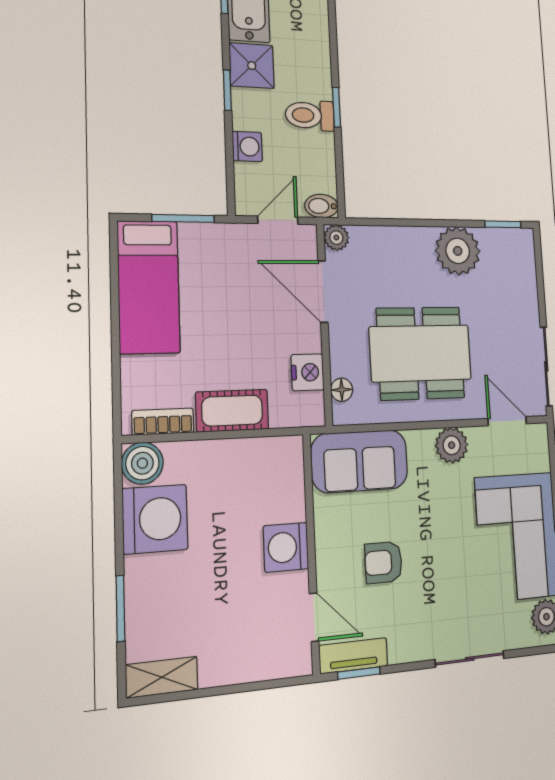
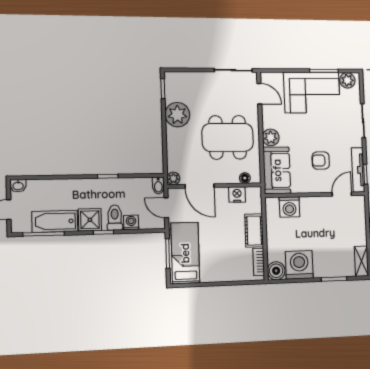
toilet: (310, 115) -> (115, 218), moved, turned 180
bed: (149, 287) -> (185, 253), moved, turned -90
door: (323, 292) -> (200, 186), hinge flipped
dining table: (421, 353) -> (228, 137), turned 90
door: (507, 421) -> (259, 94), swing flipped
plant: (452, 445) -> (271, 137), moved
washing machine: (286, 547) -> (289, 207), moved
armchair: (384, 562) -> (321, 161), turned 90
tv unit: (353, 656) -> (358, 170), width x1.41

